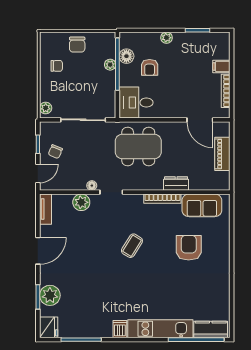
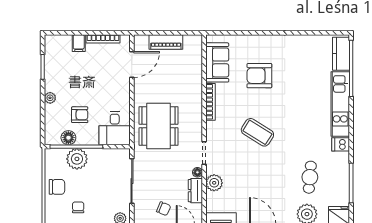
plant: (110, 65) -> (77, 159), width x1.87, depth x1.87
dresser: (176, 183) -> (195, 191), moved
coffee table: (132, 246) -> (257, 132), width x1.36, depth x1.30
cafe table: (87, 298) -> (310, 177), added

